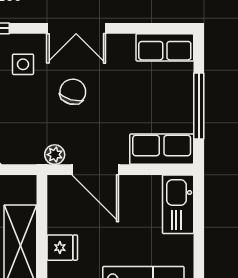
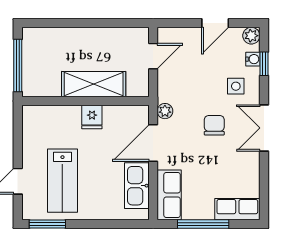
row of seats: (165, 47) -> (237, 209), moved, turned 90
chair: (73, 92) -> (214, 125), turned -106
kitchen sink: (178, 204) -> (137, 186), moved, turned -90

